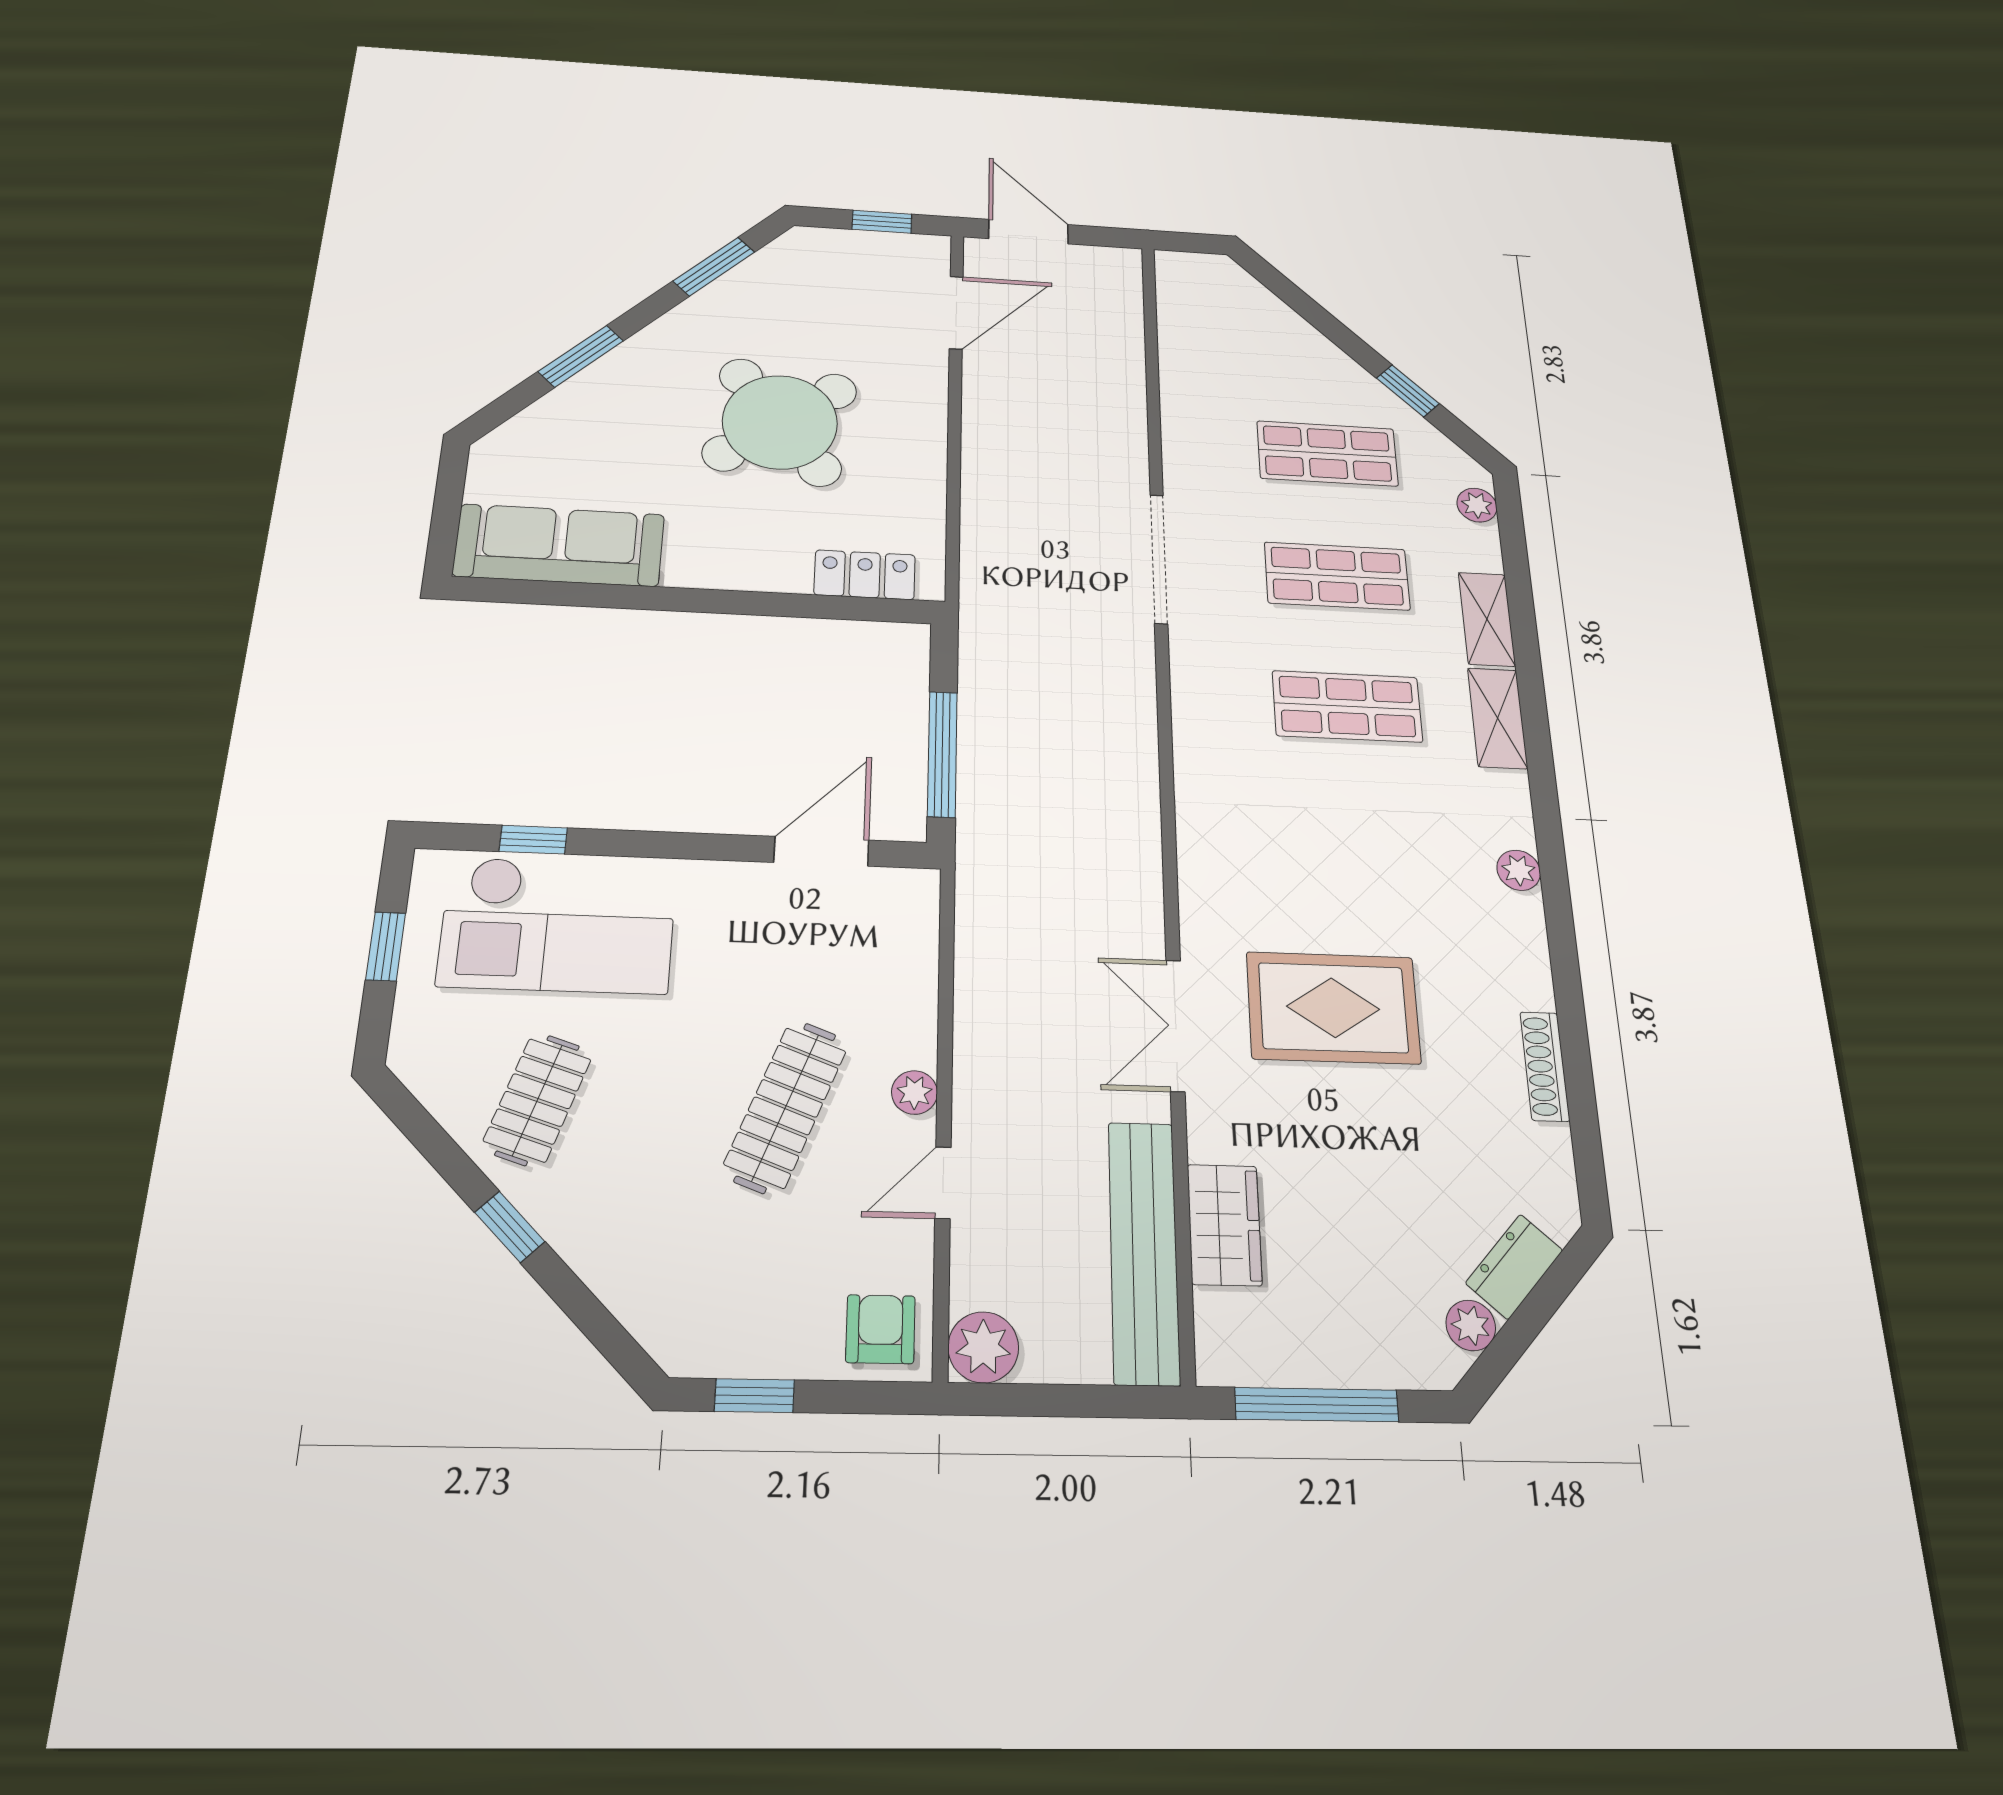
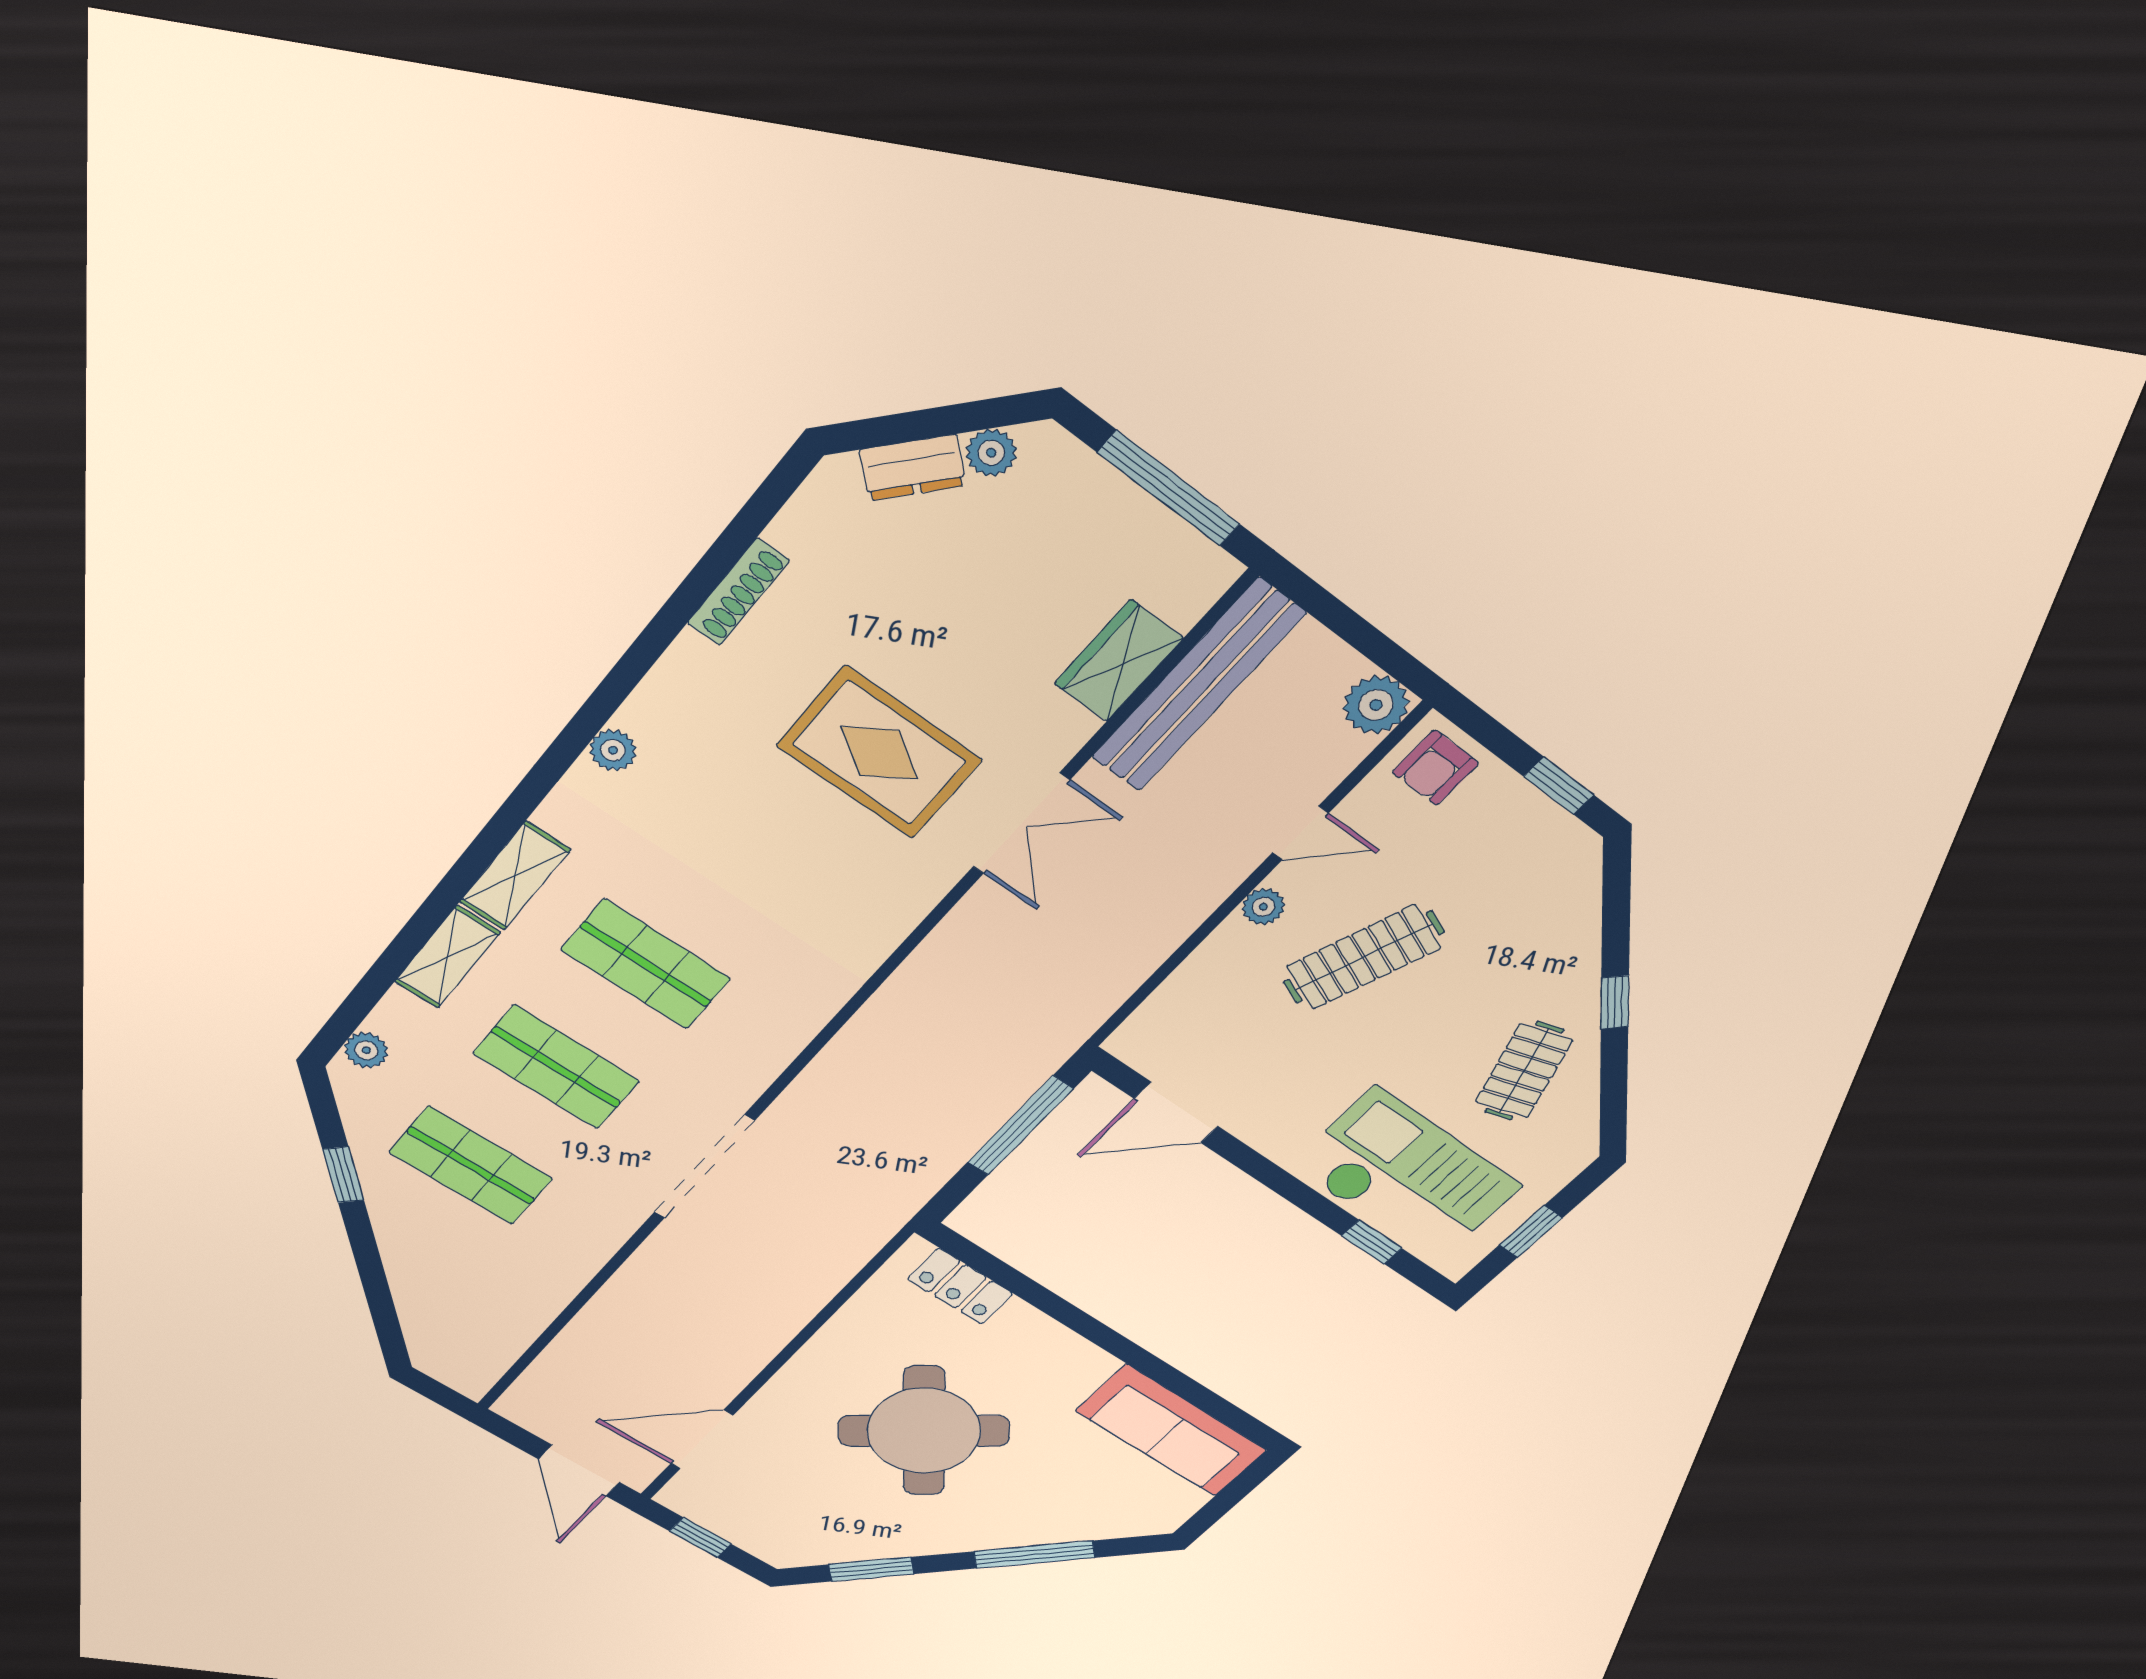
window: (581, 356) -> (1034, 1555), width x1.44
clothes rail: (537, 1100) -> (1524, 1071), turned -36

